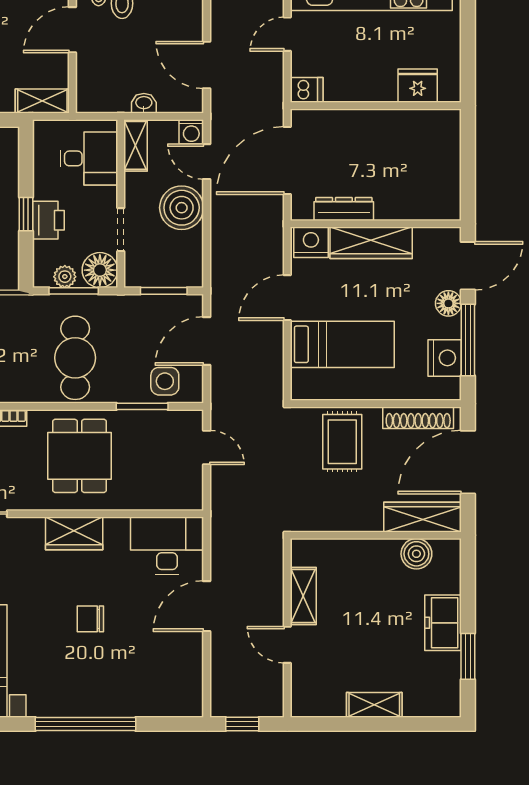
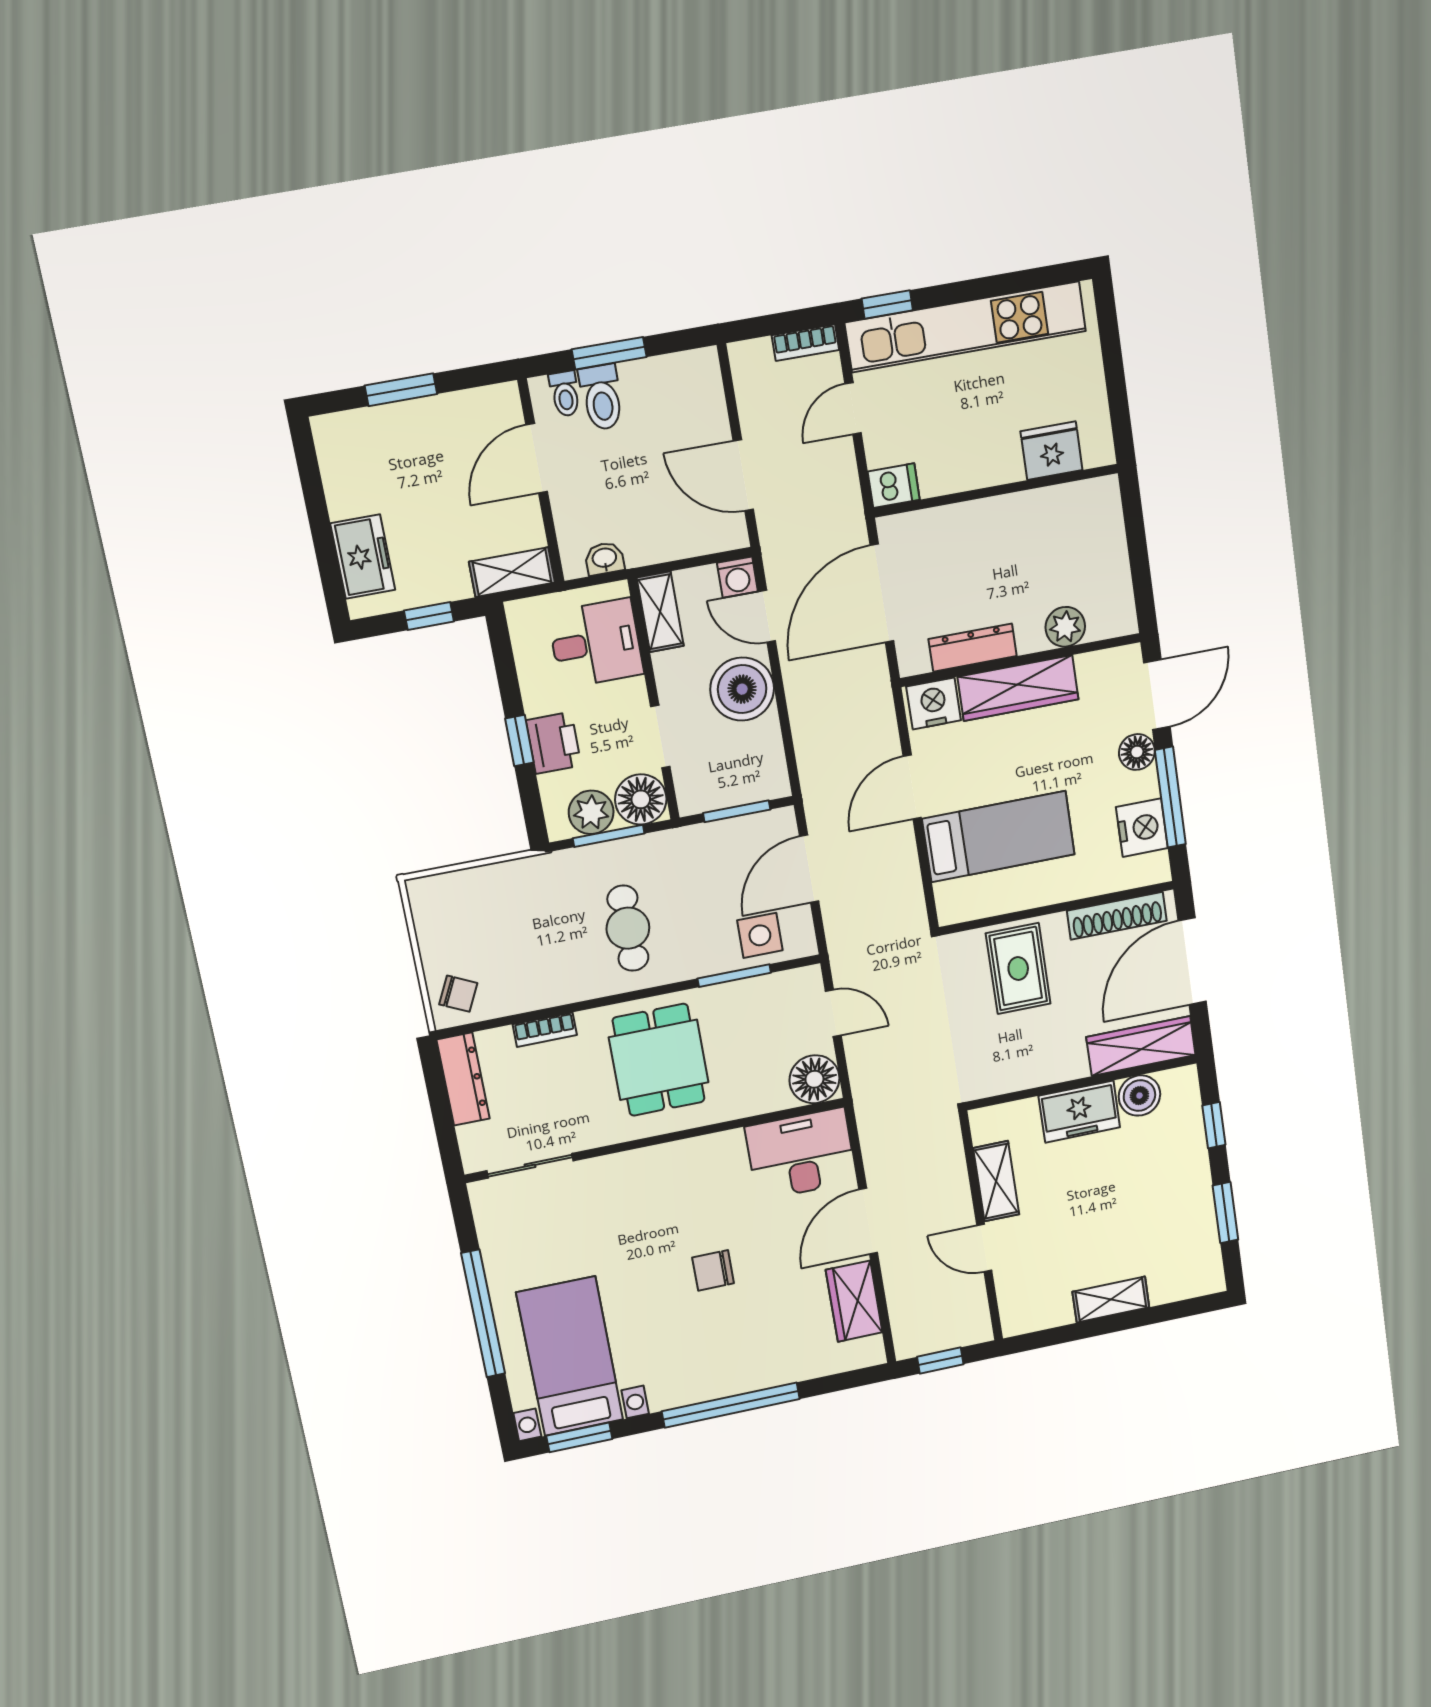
washbasin: (144, 103) -> (604, 559), moved
plant: (410, 207) -> (1065, 627), added
plant: (65, 277) -> (591, 812), width x1.38, depth x1.38
cafe table: (75, 358) -> (628, 928), width x0.73, depth x0.74
floor lamp: (186, 493) -> (814, 1079), added
wardrobe: (74, 533) -> (854, 1301), moved, turned 90
window: (468, 588) -> (1214, 1125), added
freezer: (443, 623) -> (1079, 1112), moved, turned -90

